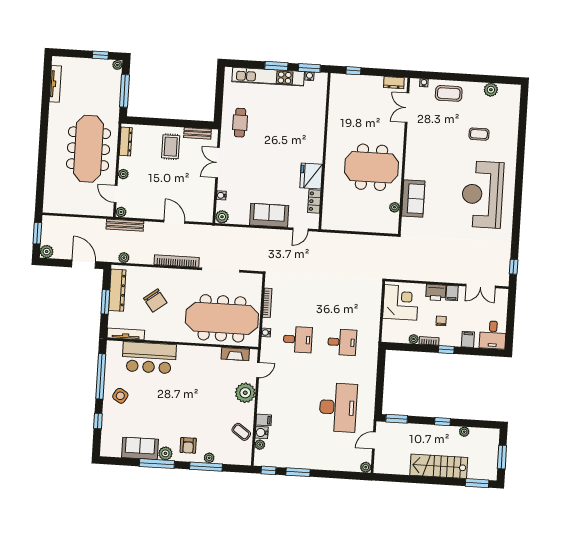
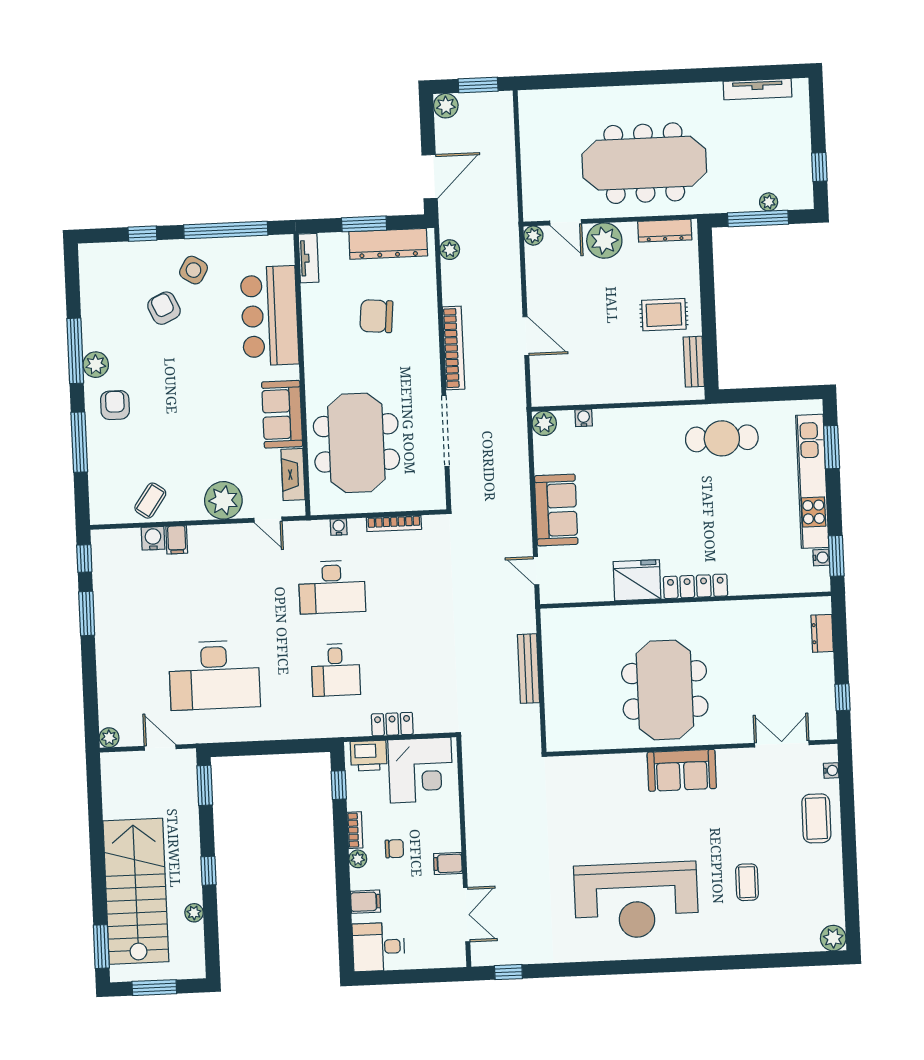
plant: (117, 65) -> (769, 202), moved
window: (276, 66) -> (832, 447), moved
window: (353, 71) -> (843, 697), moved
dresser: (394, 83) -> (822, 633), moved
plant: (491, 90) -> (833, 938), moved
cafe table: (240, 123) -> (722, 438), width x1.37, depth x1.35
double door: (218, 163) -> (644, 404), removed
plant: (123, 174) -> (604, 241), width x1.88, depth x1.88
door: (116, 194) -> (566, 222), swing flipped
reception desk: (482, 194) -> (636, 900), turned 180
sofa: (413, 198) -> (682, 770), moved
locker: (314, 201) -> (696, 586), moved, width x1.53
plant: (394, 207) -> (595, 740), removed
door: (174, 222) -> (526, 336), hinge flipped
bench: (125, 225) -> (528, 669), moved
double door: (481, 286) -> (467, 915), swing flipped
printer: (436, 292) -> (369, 756), moved, turned -90
chair: (155, 301) -> (376, 316), turned 42
locker: (374, 315) -> (392, 724), added
meeting table: (222, 318) -> (356, 443), width x0.73
tv unit: (126, 334) -> (309, 258), width x0.71
plant: (414, 339) -> (358, 859), moved
desk: (298, 340) -> (332, 587), width x1.37
window: (446, 350) -> (339, 785), moved
armchair: (139, 414) -> (164, 308), added
armchair: (188, 445) -> (115, 405), turned 90
plant: (260, 445) -> (130, 537), removed
sofa: (140, 448) -> (282, 414), moved, turned 180
plant: (209, 458) -> (96, 446), removed
stairs: (439, 466) -> (136, 891), width x1.36, depth x1.51

